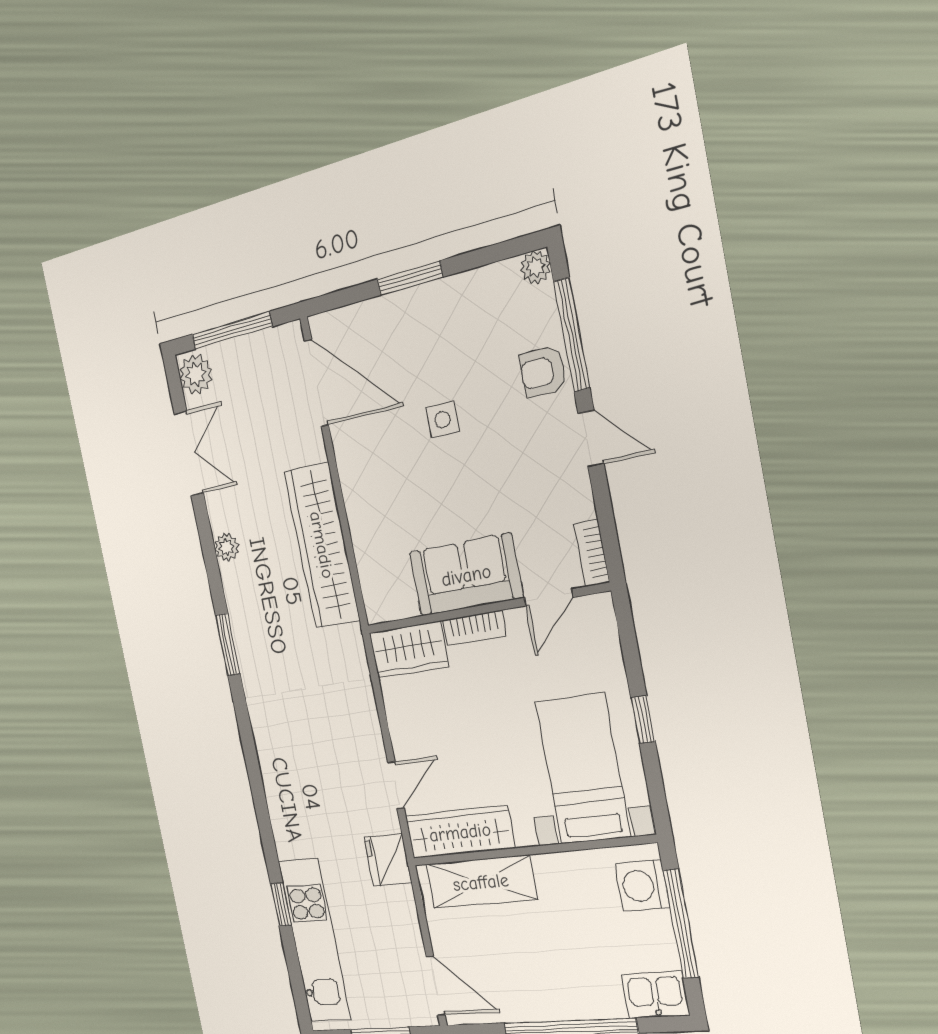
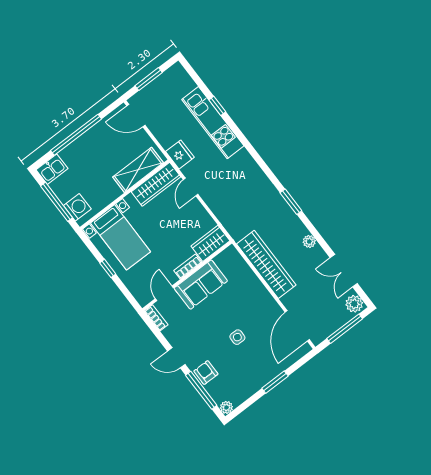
armchair: (543, 372) -> (206, 373), turned -90
door: (316, 383) -> (297, 326), hinge flipped
kitchen unit: (314, 941) -> (213, 123), moved

